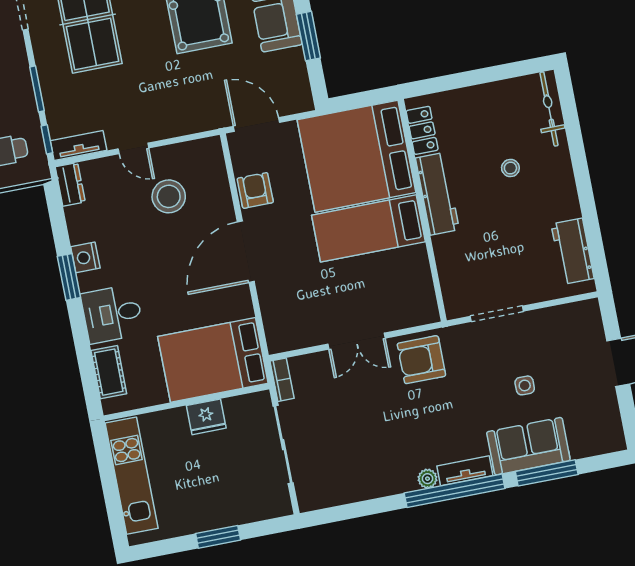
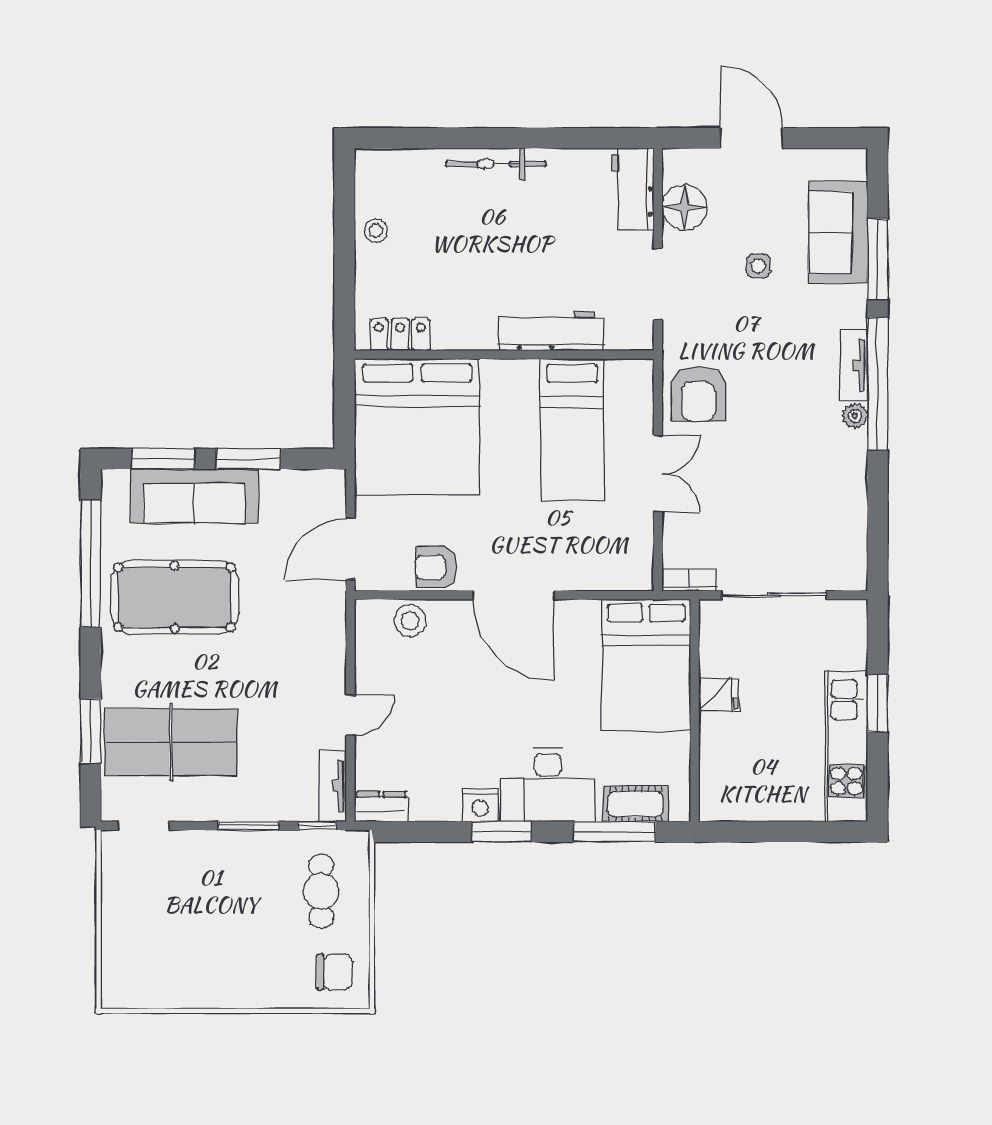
bicycle: (549, 109) -> (496, 164), moved
stool: (510, 168) -> (376, 231), moved
workbench: (437, 194) -> (551, 331), moved
stool: (169, 196) -> (410, 621), moved, width x0.73, depth x0.73
bed: (368, 228) -> (572, 429), moved
workbench: (573, 251) -> (633, 189), moved, turned 90
desk: (112, 314) -> (548, 785), width x1.37
floor lamp: (558, 323) -> (685, 207), added
window: (85, 360) -> (614, 832), added
fridge: (206, 417) -> (718, 695), width x0.72
sofa: (528, 446) -> (838, 232), moved
kitchen unit: (132, 476) -> (846, 746), moved, turned -90

